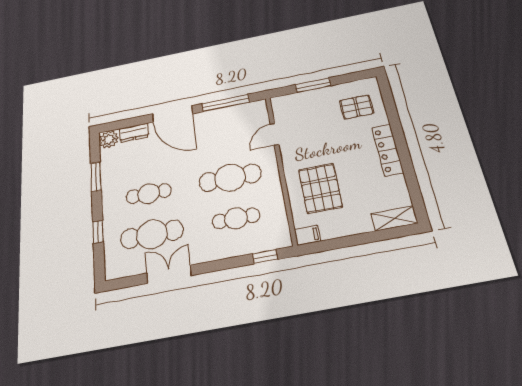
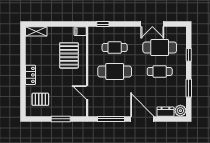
door: (274, 134) -> (87, 92), swing flipped
locker: (388, 150) -> (30, 75), width x0.66

